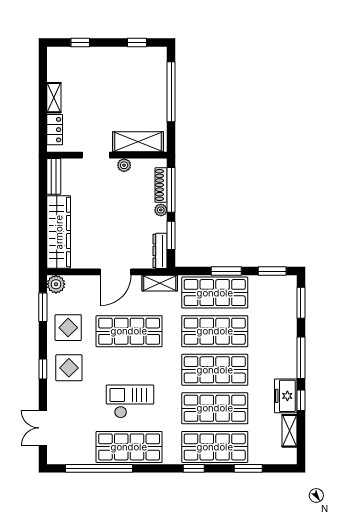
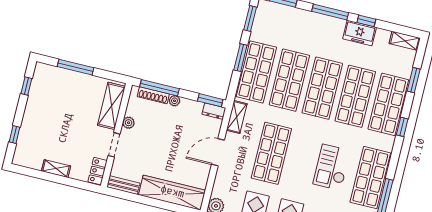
window: (171, 92) -> (76, 67), width x0.68
locker: (55, 130) -> (98, 171), moved, turned -90
window: (171, 235) -> (210, 100), moved
dresser: (160, 251) -> (214, 111), width x0.70
door: (116, 272) -> (218, 152), swing flipped
shelving: (289, 431) -> (405, 41), moved

